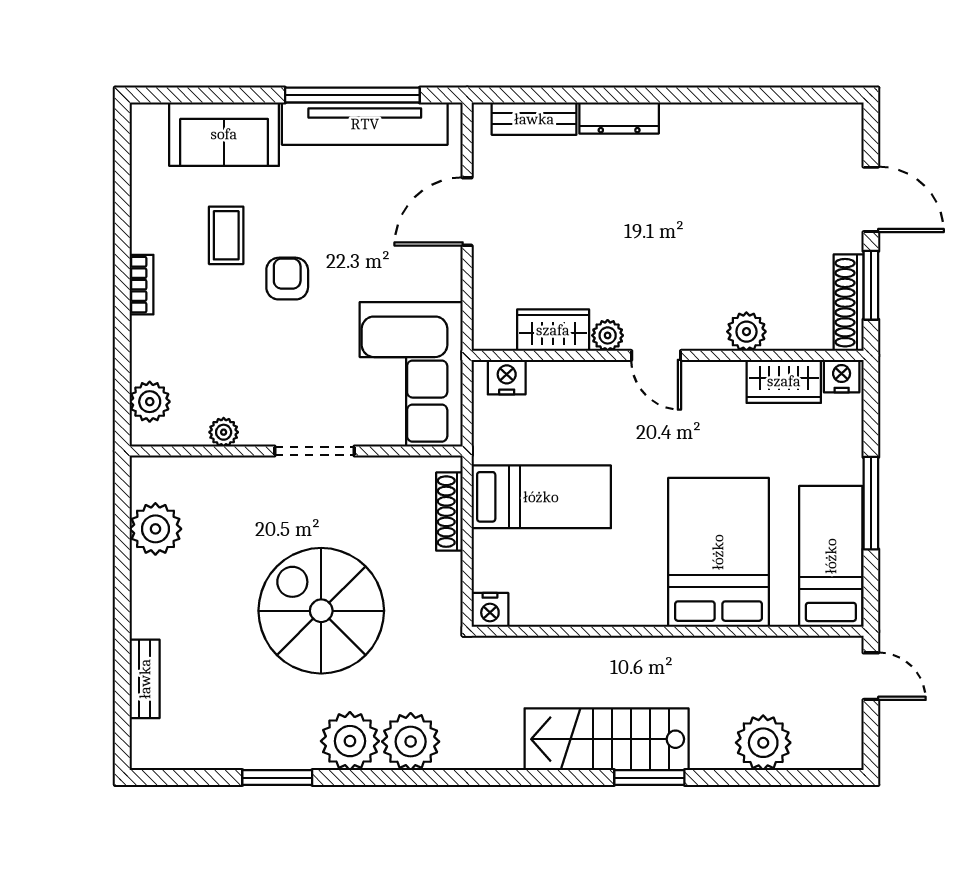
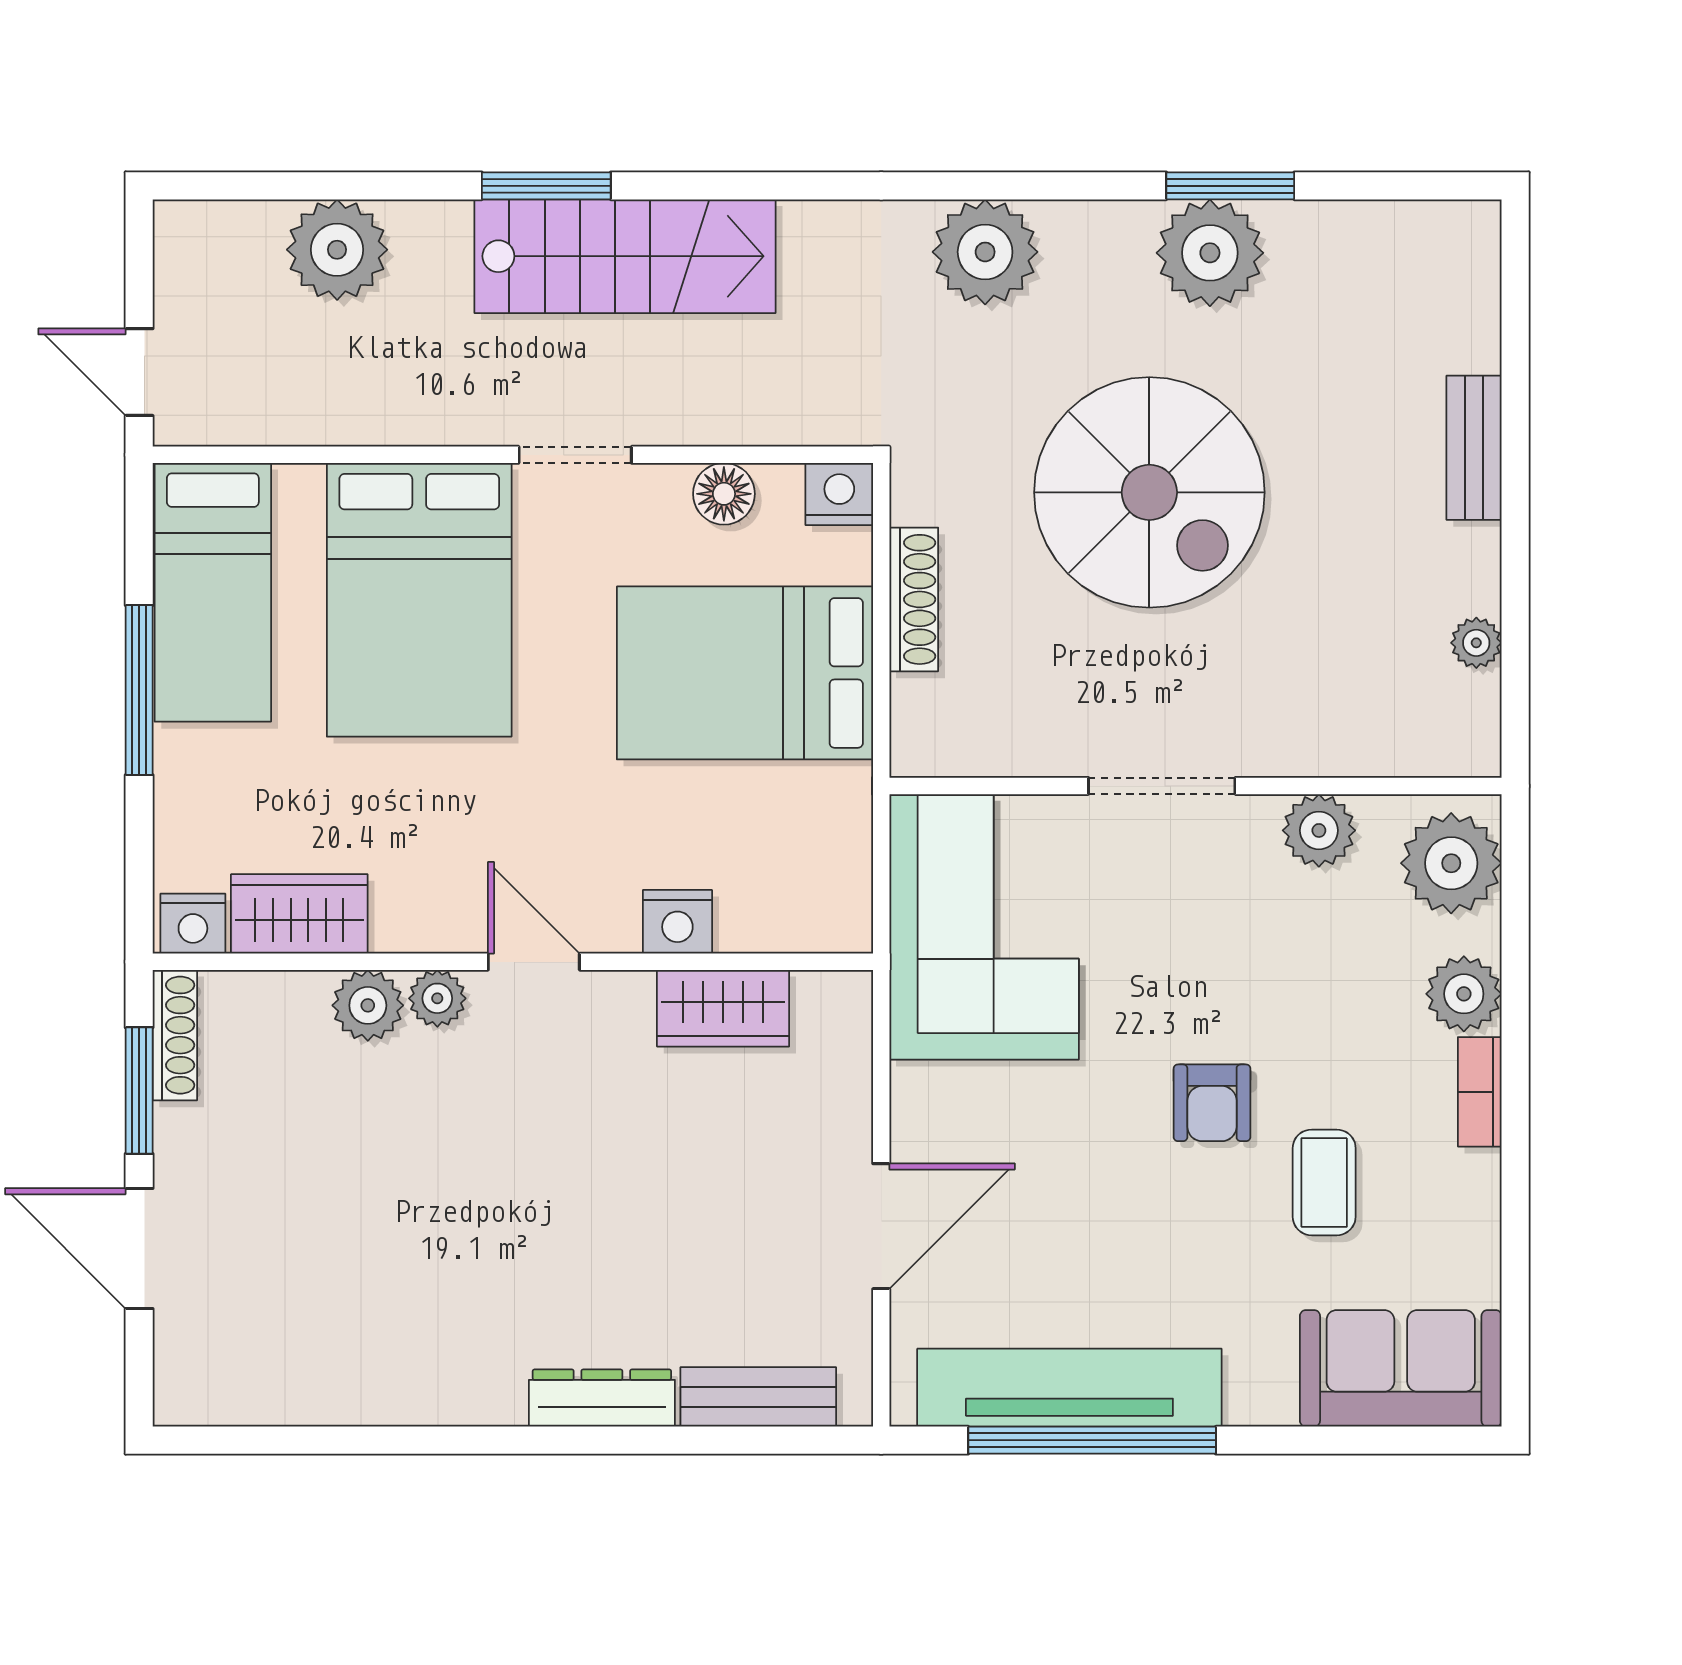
sofa: (224, 134) -> (1401, 1368), moved
shoe rack: (849, 303) -> (175, 1035), width x0.74, depth x0.81
plant: (608, 335) -> (437, 998), moved
plant: (150, 338) -> (1464, 994), added
nightstand: (507, 377) -> (677, 922), moved
plant: (150, 402) -> (1451, 863), width x1.36, depth x1.36
plant: (224, 432) -> (1319, 830), width x1.38, depth x1.38
bed: (541, 497) -> (745, 673), width x1.50
shoe rack: (449, 512) -> (914, 599), moved
plant: (155, 529) -> (1476, 643), width x0.53, depth x0.53
floor lamp: (553, 610) -> (724, 494), added
doorway: (634, 631) -> (575, 455), added
bench: (145, 679) -> (1474, 448), moved
plant: (350, 741) -> (1210, 253), moved

